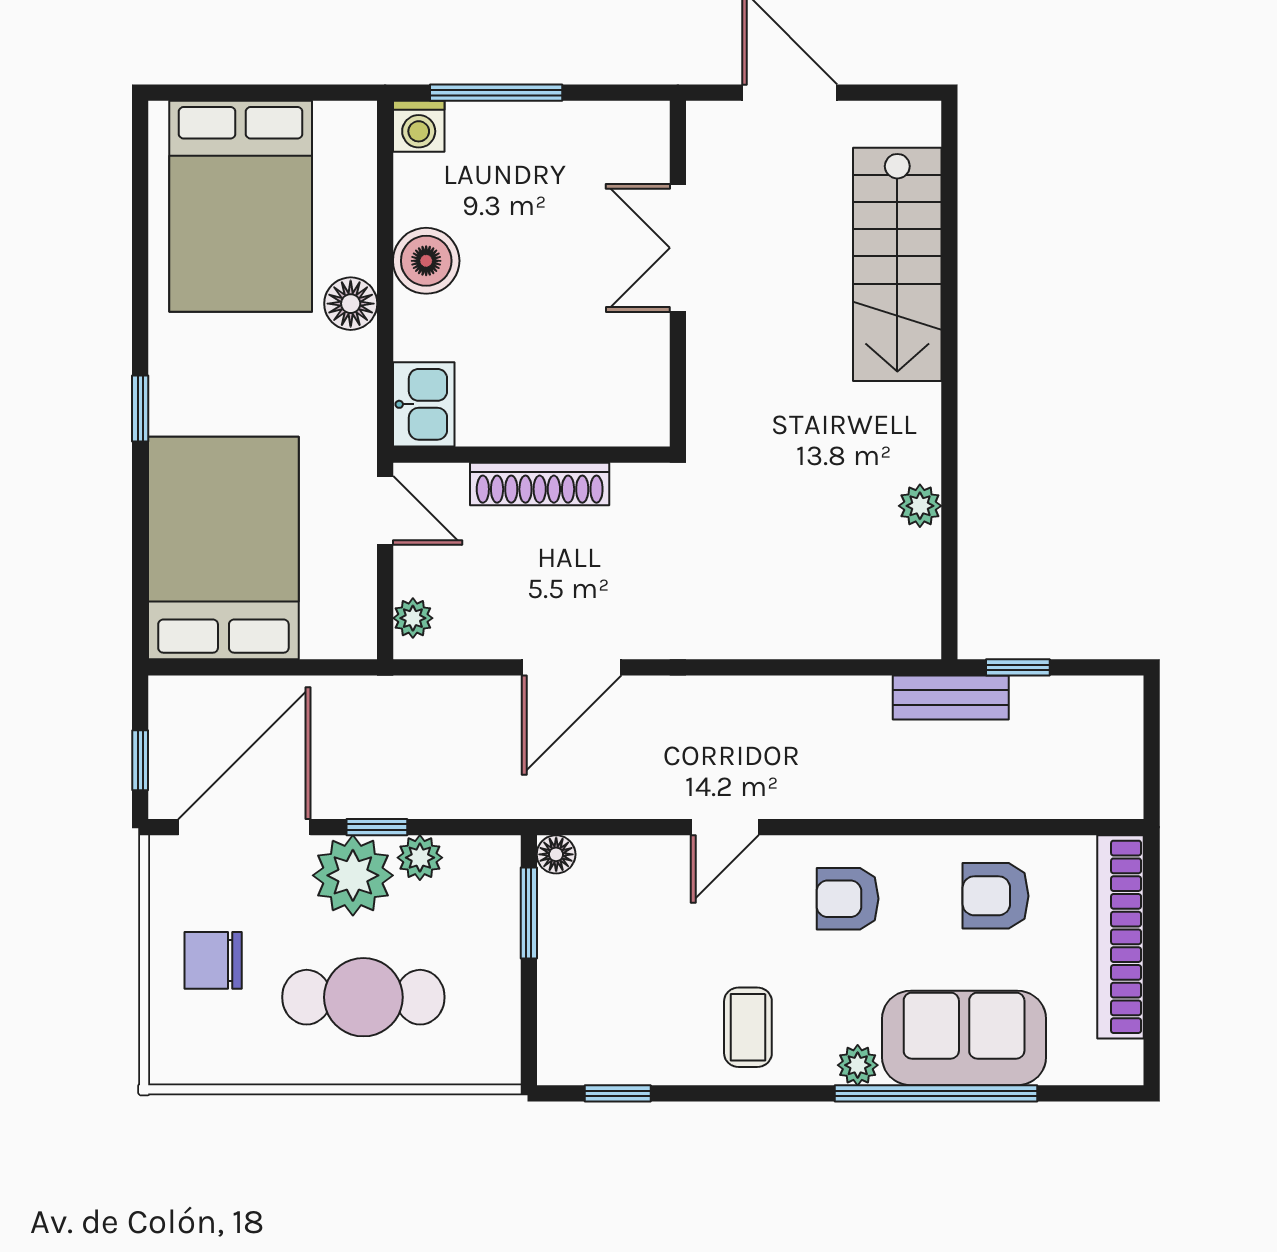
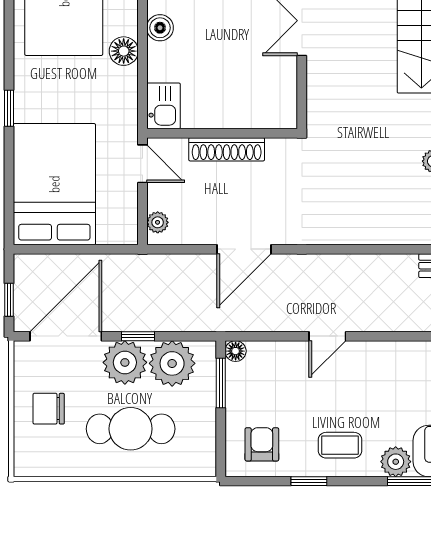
boiler: (426, 261) -> (160, 28), width x0.73, depth x0.73
plant: (420, 858) -> (172, 363), width x1.88, depth x1.88
armchair: (848, 899) -> (262, 444), moved, turned 90
coffee table: (748, 1027) -> (340, 445), turned 90
plant: (858, 1065) -> (396, 462), width x1.38, depth x1.38
window: (618, 1093) -> (309, 481), moved

